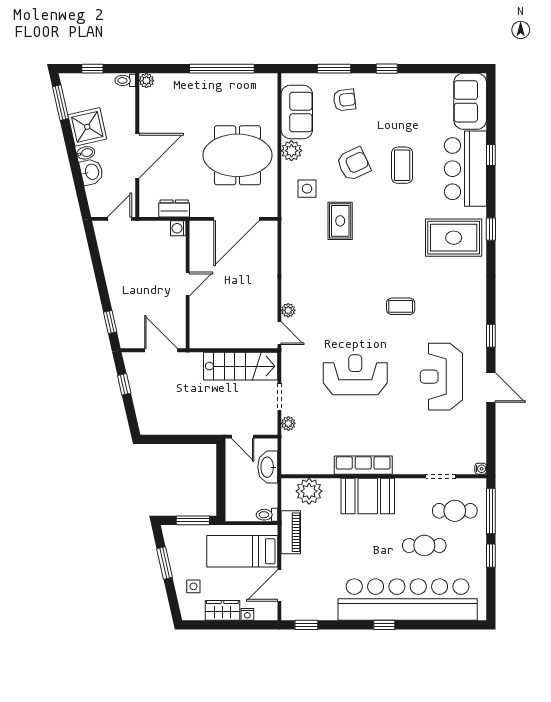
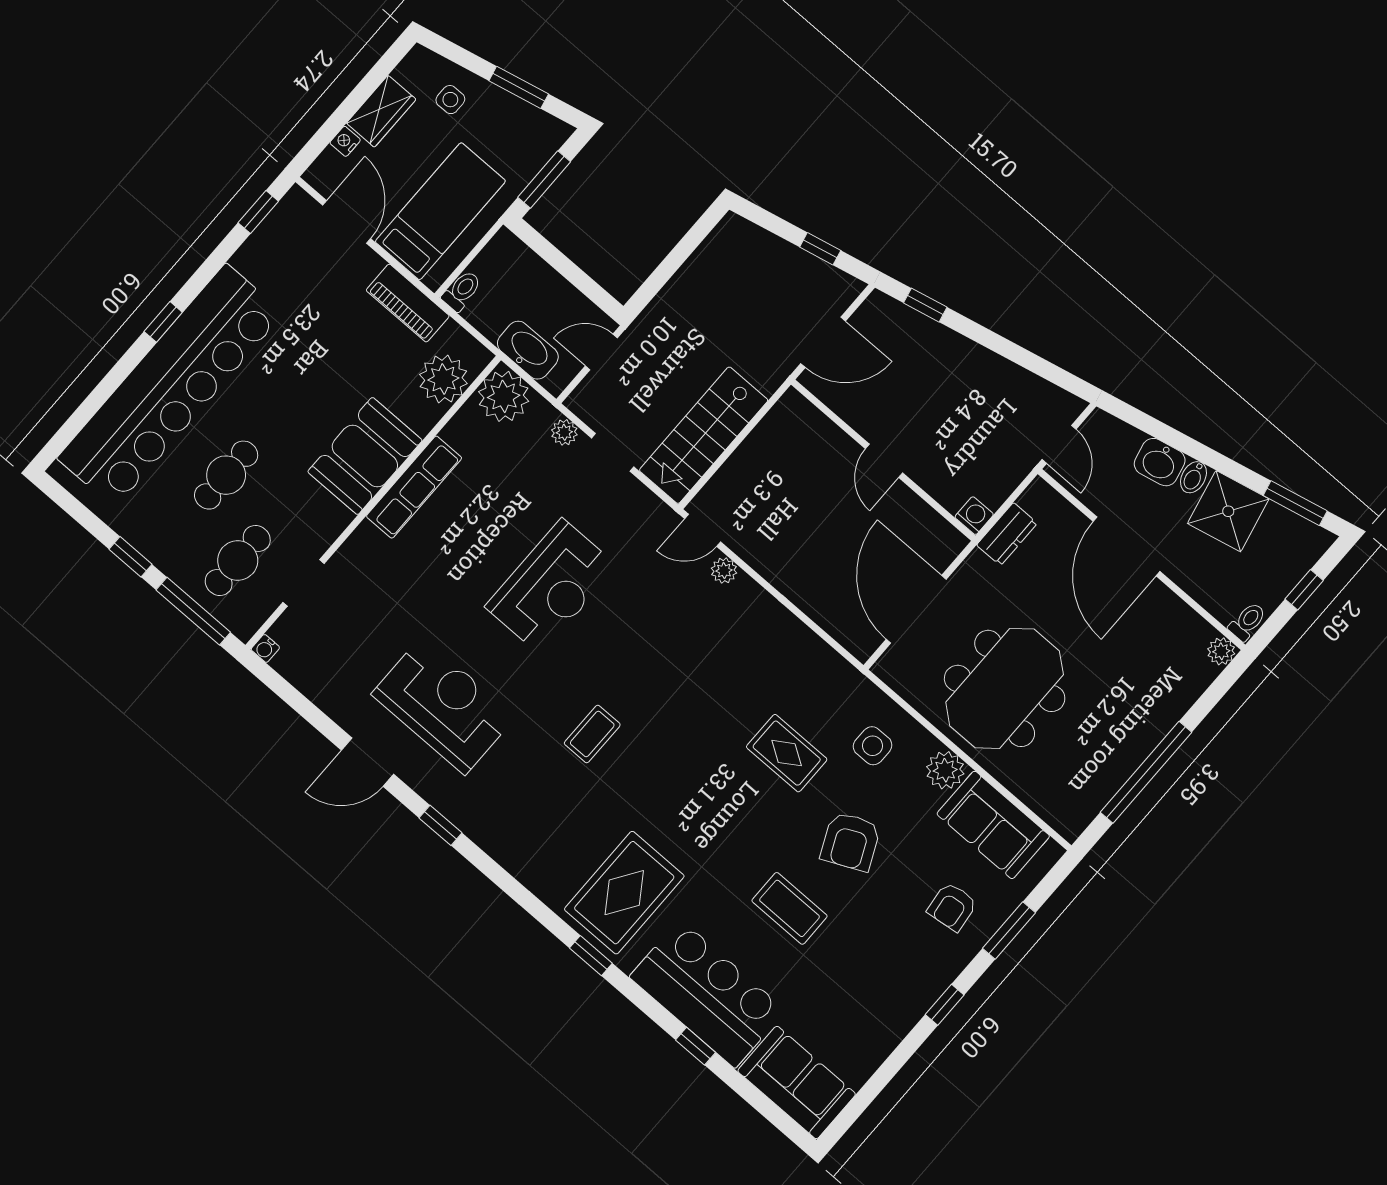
plant: (295, 461) -> (504, 396), added

